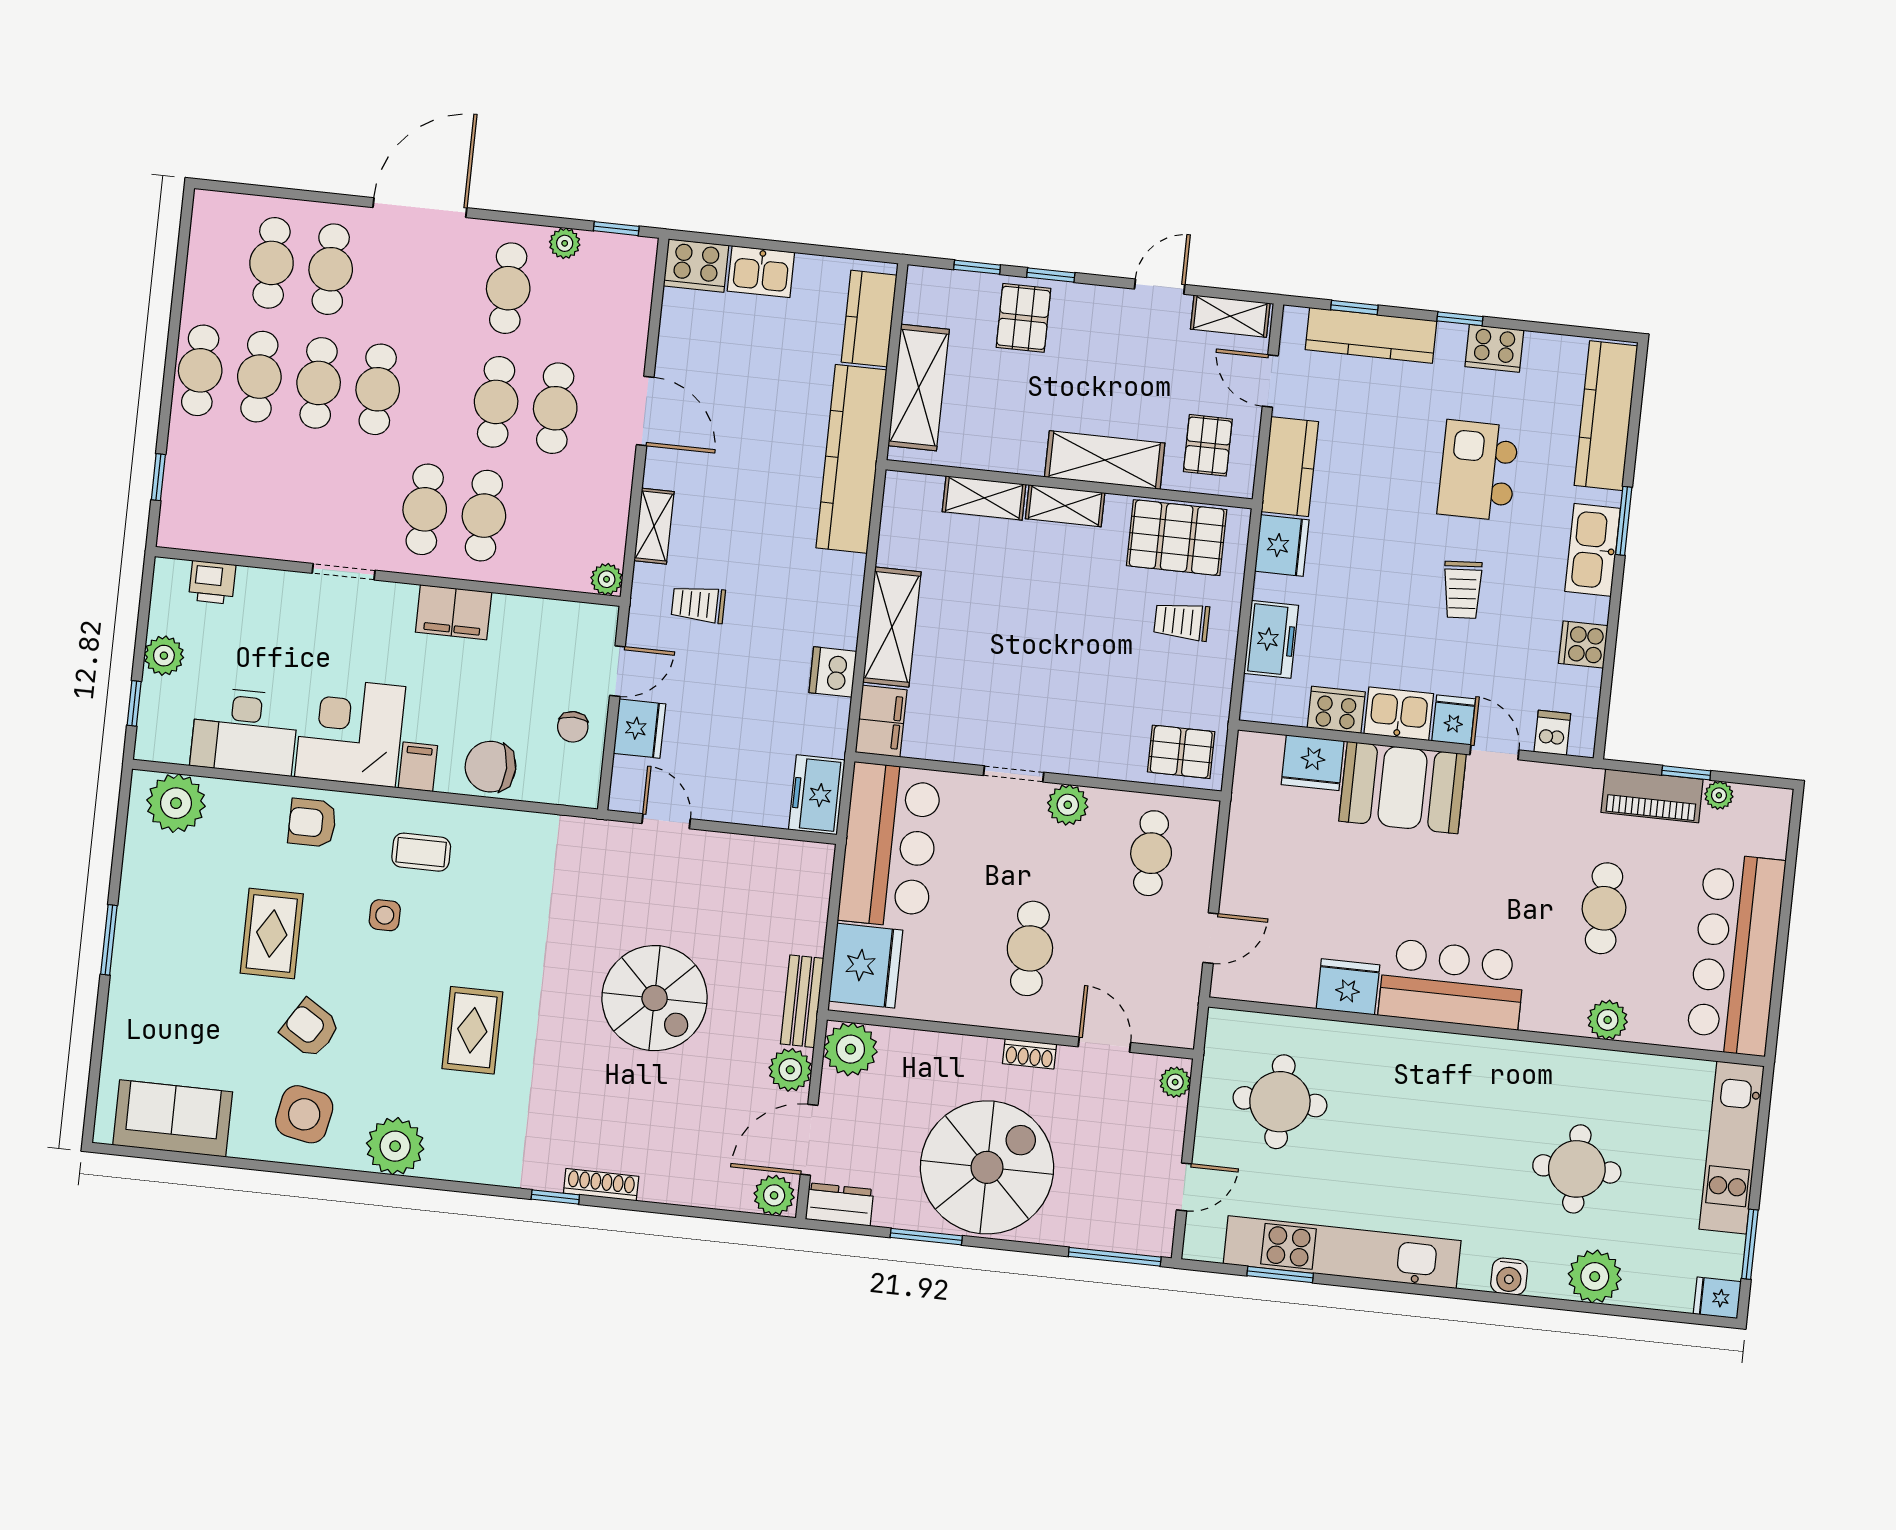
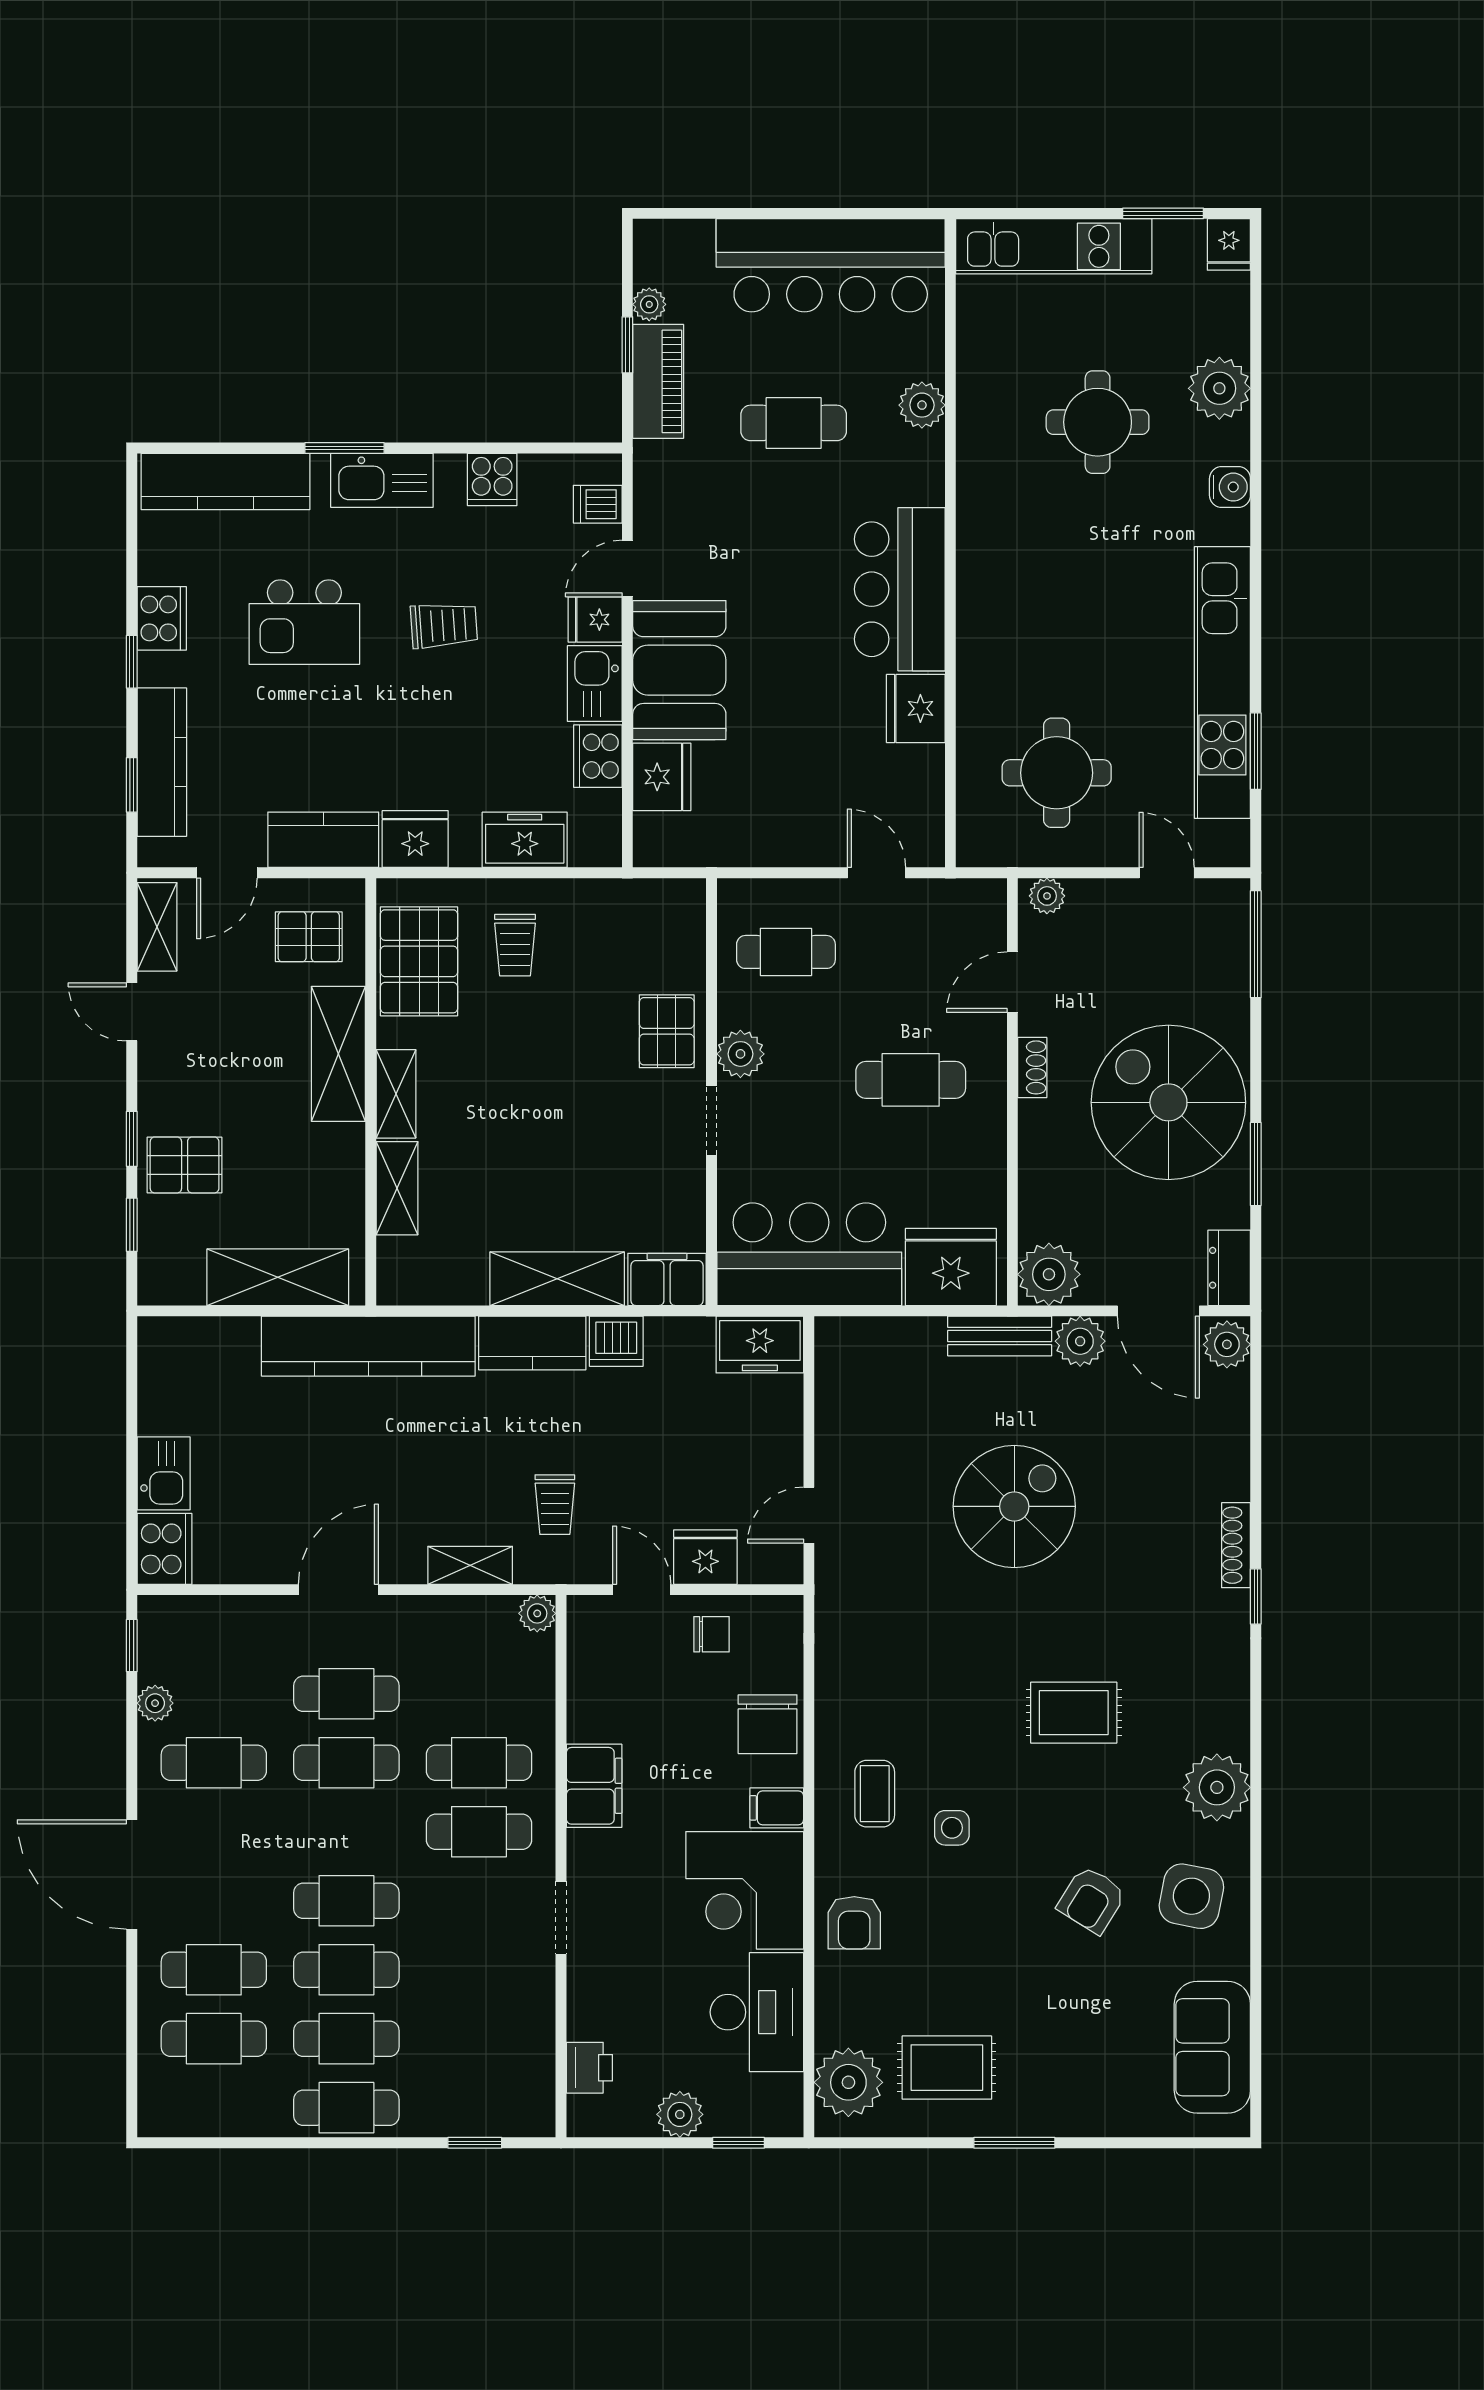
kitchen counter: (869, 319) -> (532, 1343), moved
pallet: (1181, 752) -> (667, 1031), moved
rug: (272, 934) -> (947, 2068), moved

